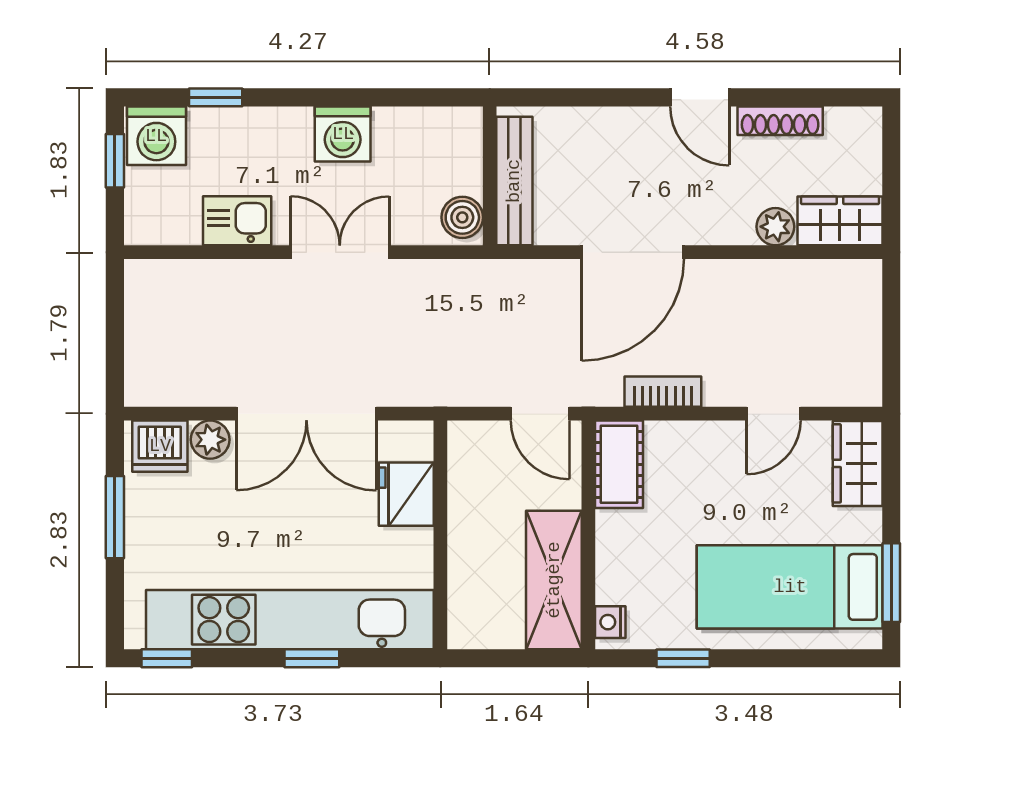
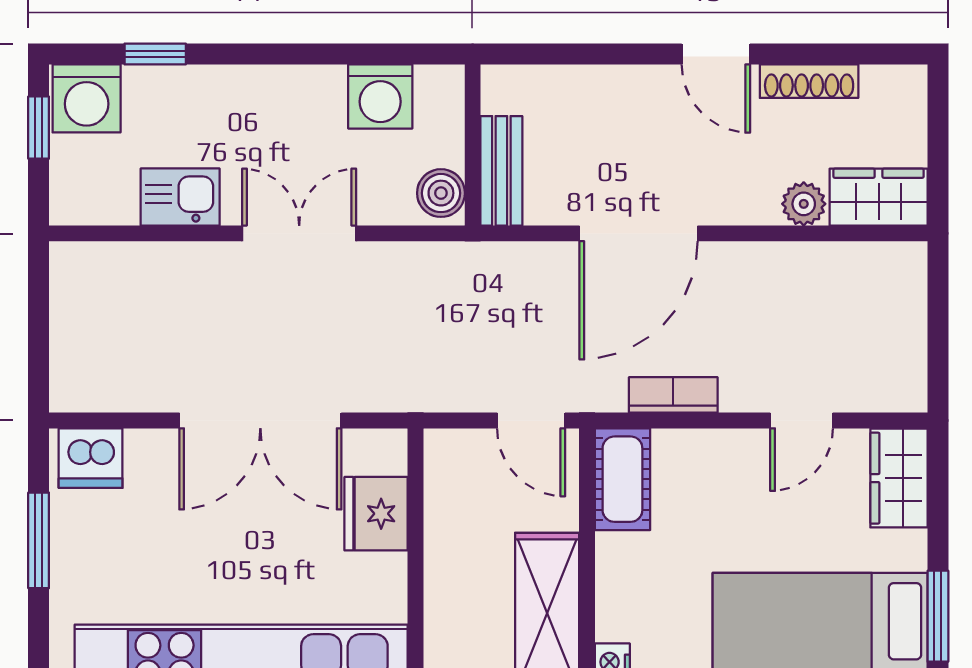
washing machine: (343, 134) -> (380, 96), moved
bench: (514, 181) -> (501, 171), width x0.73
plant: (210, 440) -> (149, 451), removed

